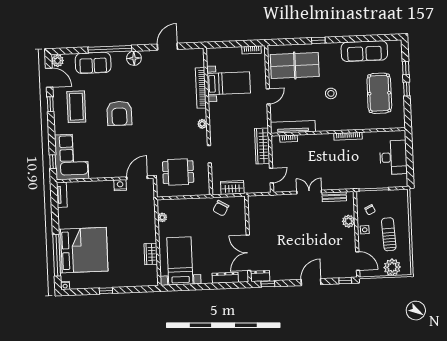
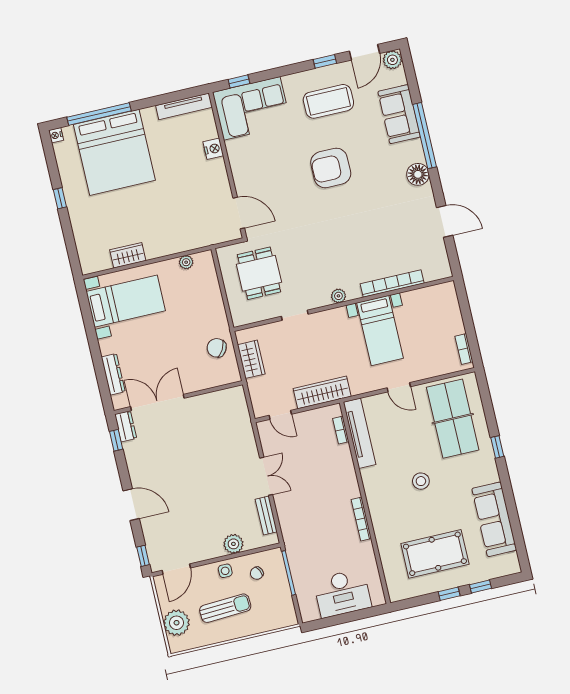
bed with nightstands: (229, 83) -> (380, 330), moved
nightstand: (120, 185) -> (213, 149), moved
tv unit: (62, 195) -> (184, 106), width x1.41

